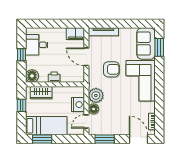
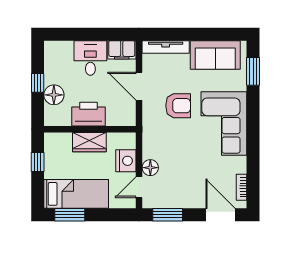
sofa: (146, 44) -> (215, 55), moved, turned -90
desk: (37, 45) -> (90, 58), moved, turned 90
floor lamp: (32, 76) -> (54, 95), moved
printer: (54, 77) -> (88, 114), width x1.87, depth x1.48
wardrobe: (41, 93) -> (89, 142), moved
plant: (96, 95) -> (154, 147), removed

